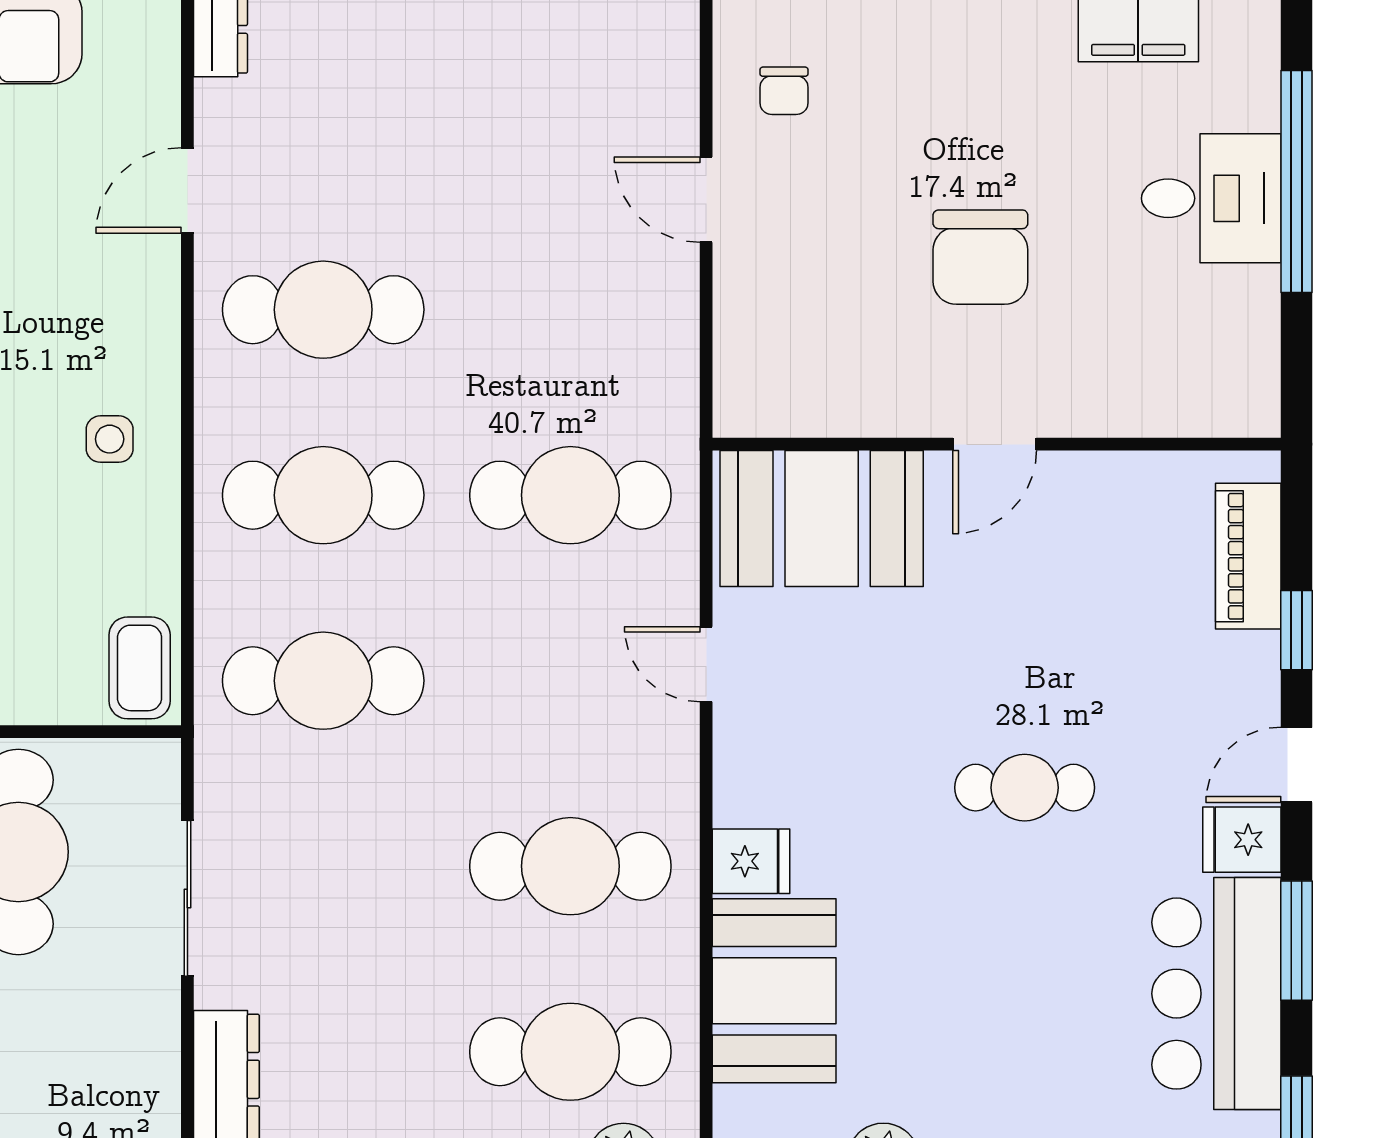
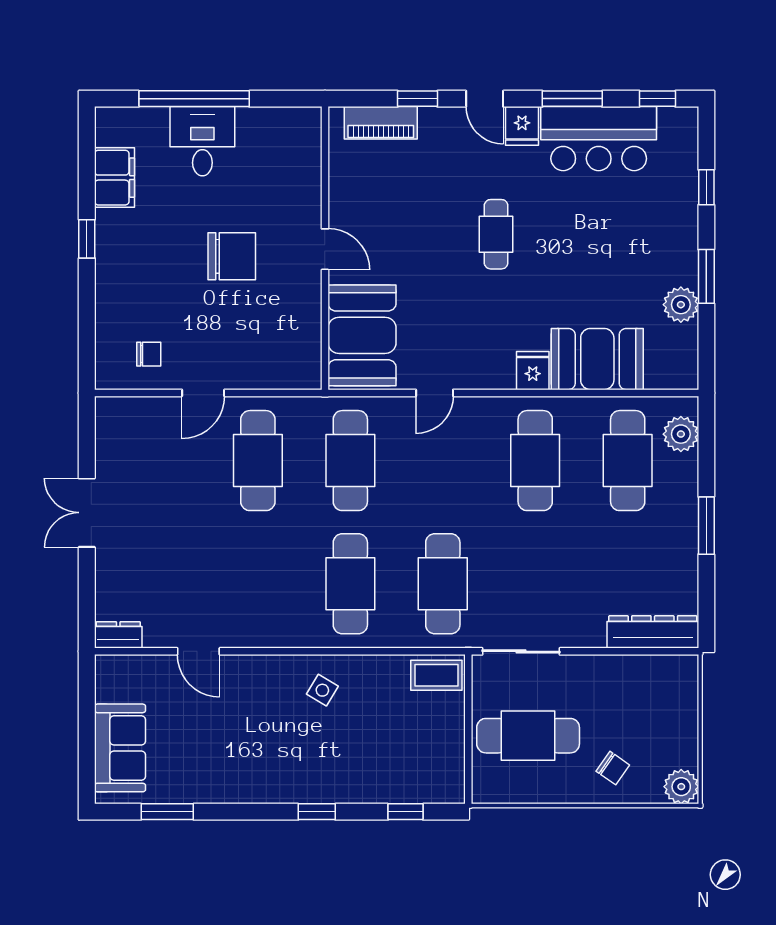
cafe table: (323, 310) -> (258, 461), moved
side table: (110, 439) -> (322, 690), turned 31
sliding door: (187, 898) -> (521, 651), moved

